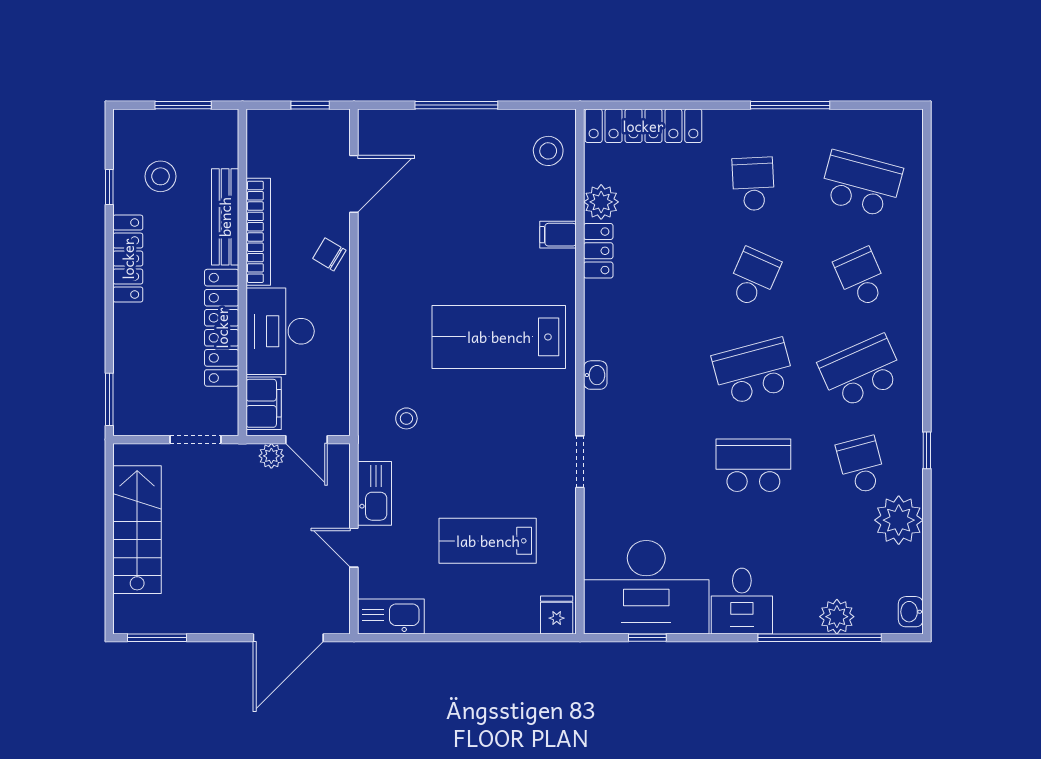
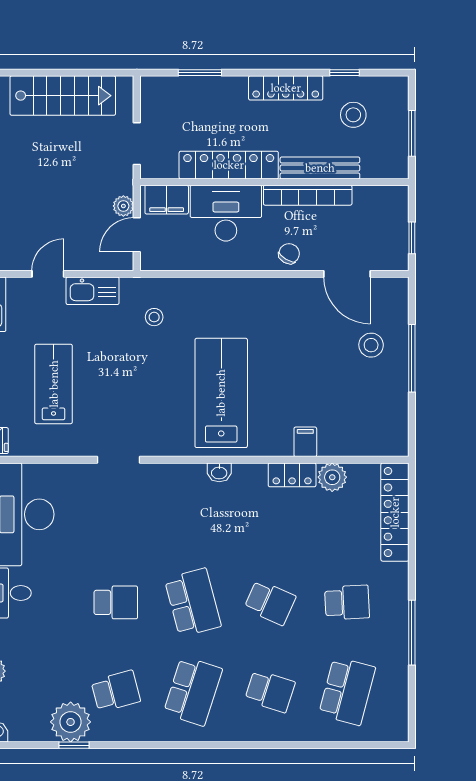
stool: (548, 151) -> (371, 345), moved
school desk: (861, 278) -> (270, 691), turned 42
school desk: (861, 371) -> (193, 691), turned 42
washbasin: (595, 375) -> (219, 472), moved
window: (109, 399) -> (200, 73), moved
window: (927, 450) -> (74, 745), moved
school desk: (753, 465) -> (116, 602), width x0.54

